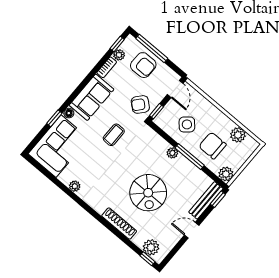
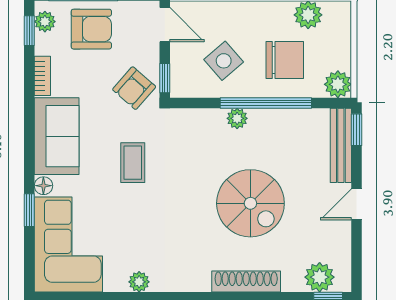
plant: (119, 55) -> (45, 22), moved
chair: (212, 146) -> (285, 60), turned 180
window: (190, 157) -> (266, 103), width x1.46

